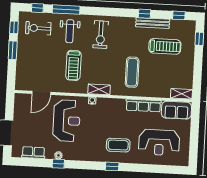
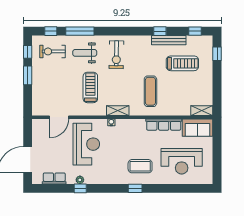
weight bench: (70, 31) -> (85, 53), turned 90
treadmill: (73, 65) -> (90, 87), turned 180

